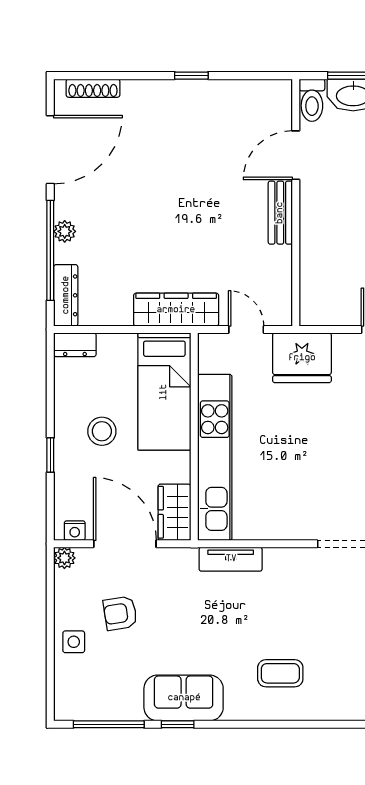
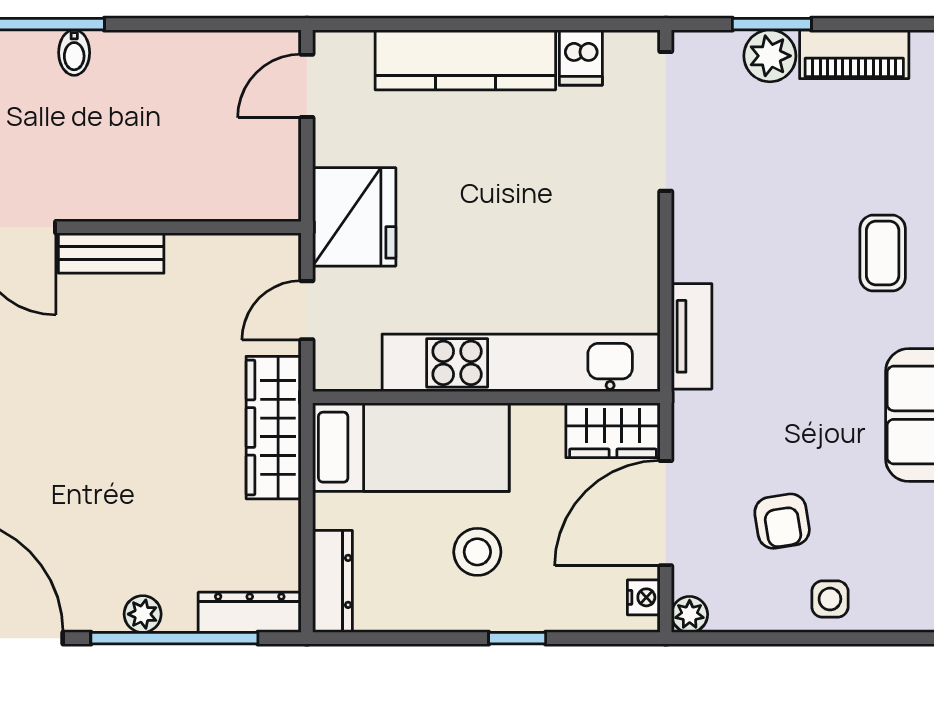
dresser: (75, 345) -> (333, 581), width x1.44

